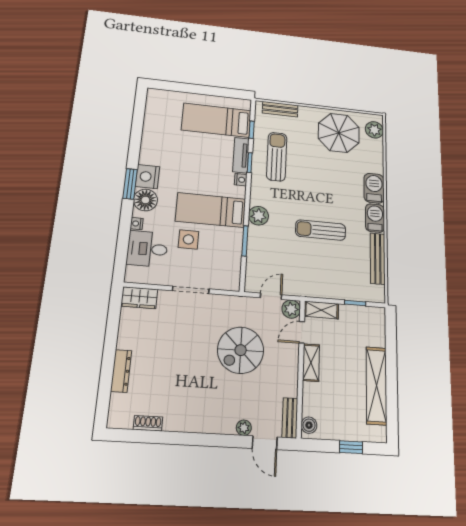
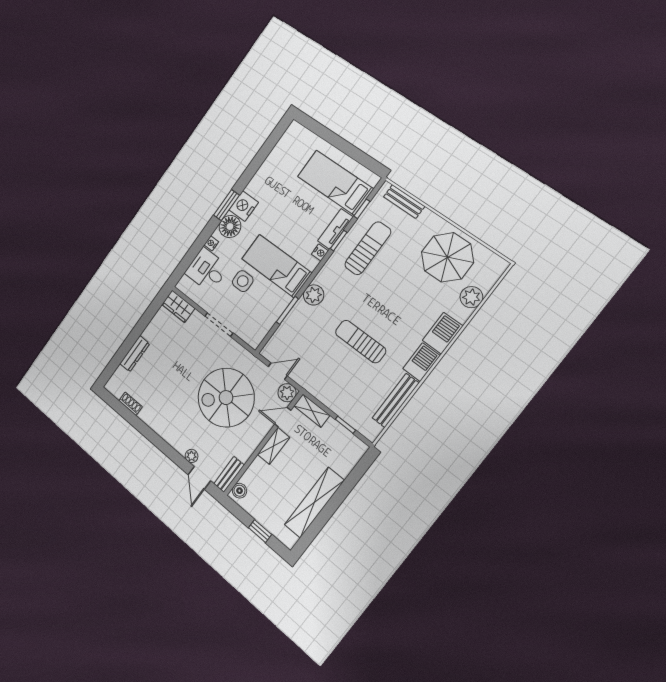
plant: (374, 130) -> (471, 297), moved
spiral stairs: (241, 350) -> (226, 398), width x1.37, depth x1.37

